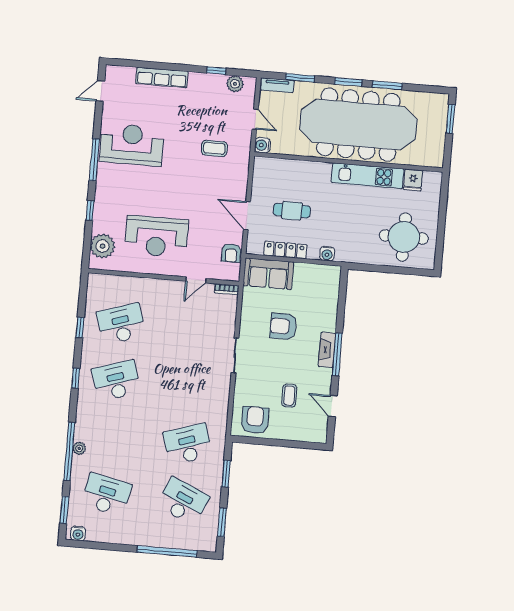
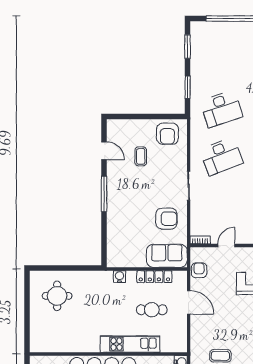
kitchen unit: (368, 176) -> (130, 344), moved
fridge: (413, 180) -> (54, 344), removed
round table: (404, 237) -> (57, 296), width x0.73, depth x0.73
armchair: (283, 326) -> (166, 219), moved
fireplace: (327, 350) -> (113, 197), removed
desk: (183, 501) -> (221, 156), moved, turned -45

